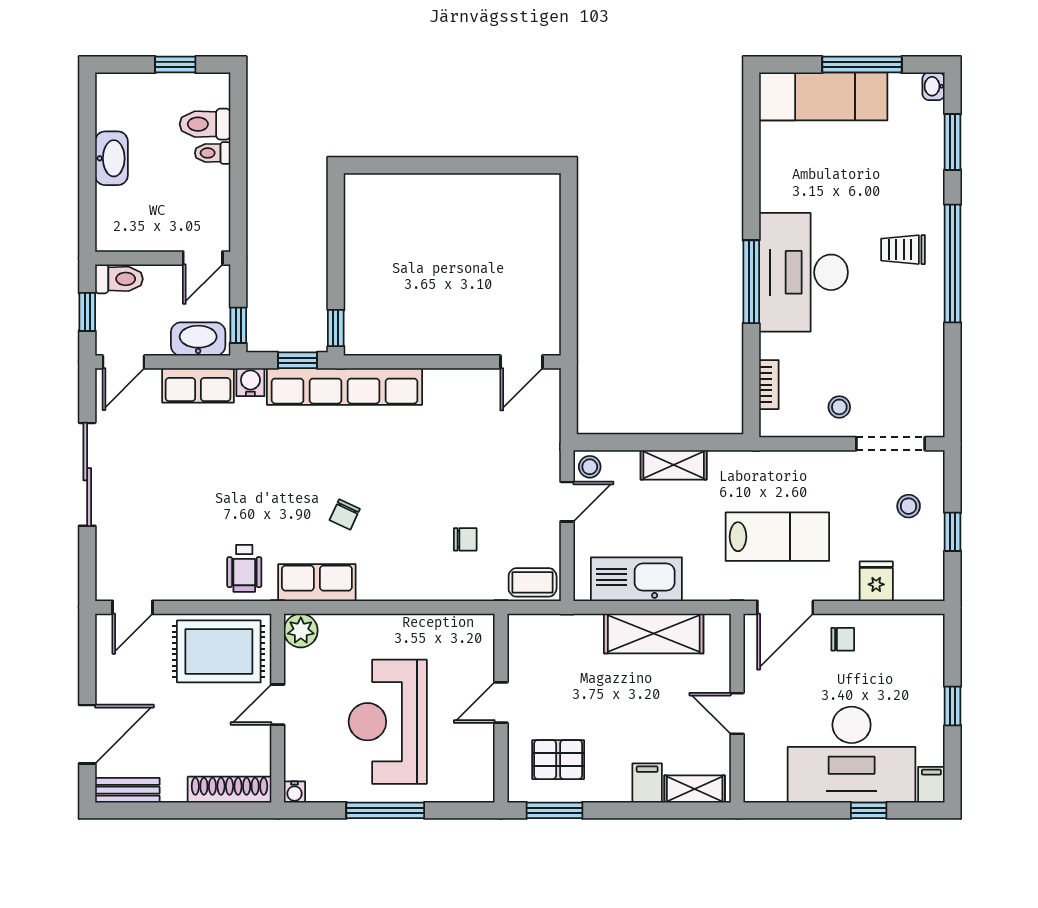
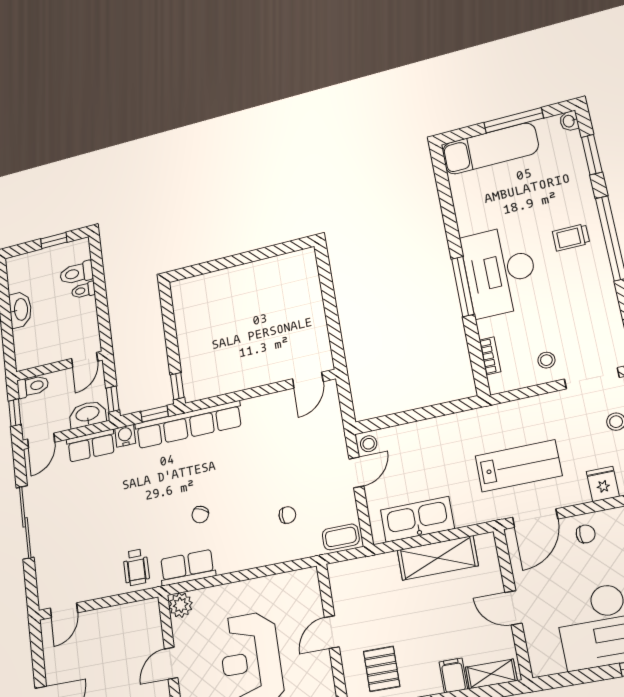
shelving: (674, 465) -> (430, 429), removed
rug: (219, 651) -> (126, 631), removed
pallet: (558, 760) -> (382, 669), turned 90

